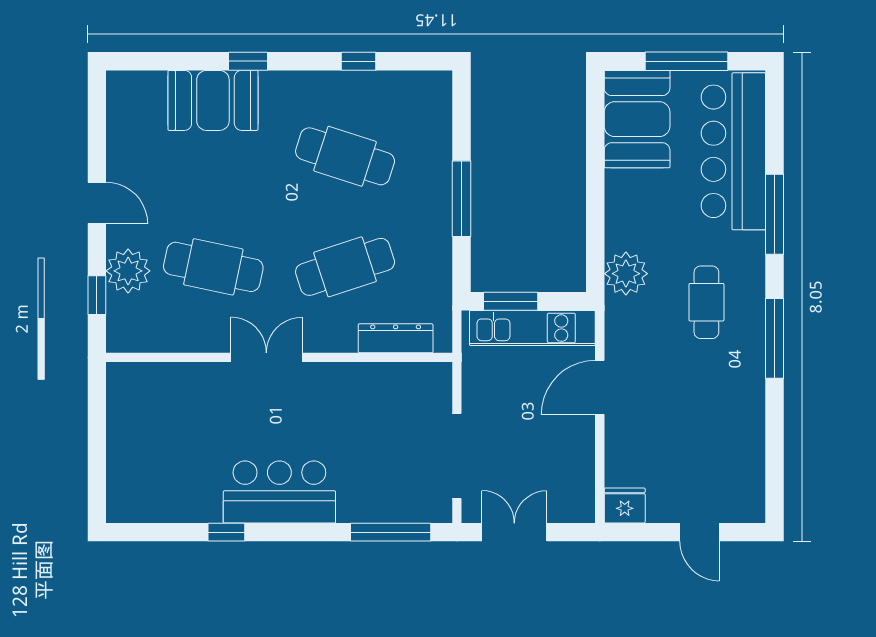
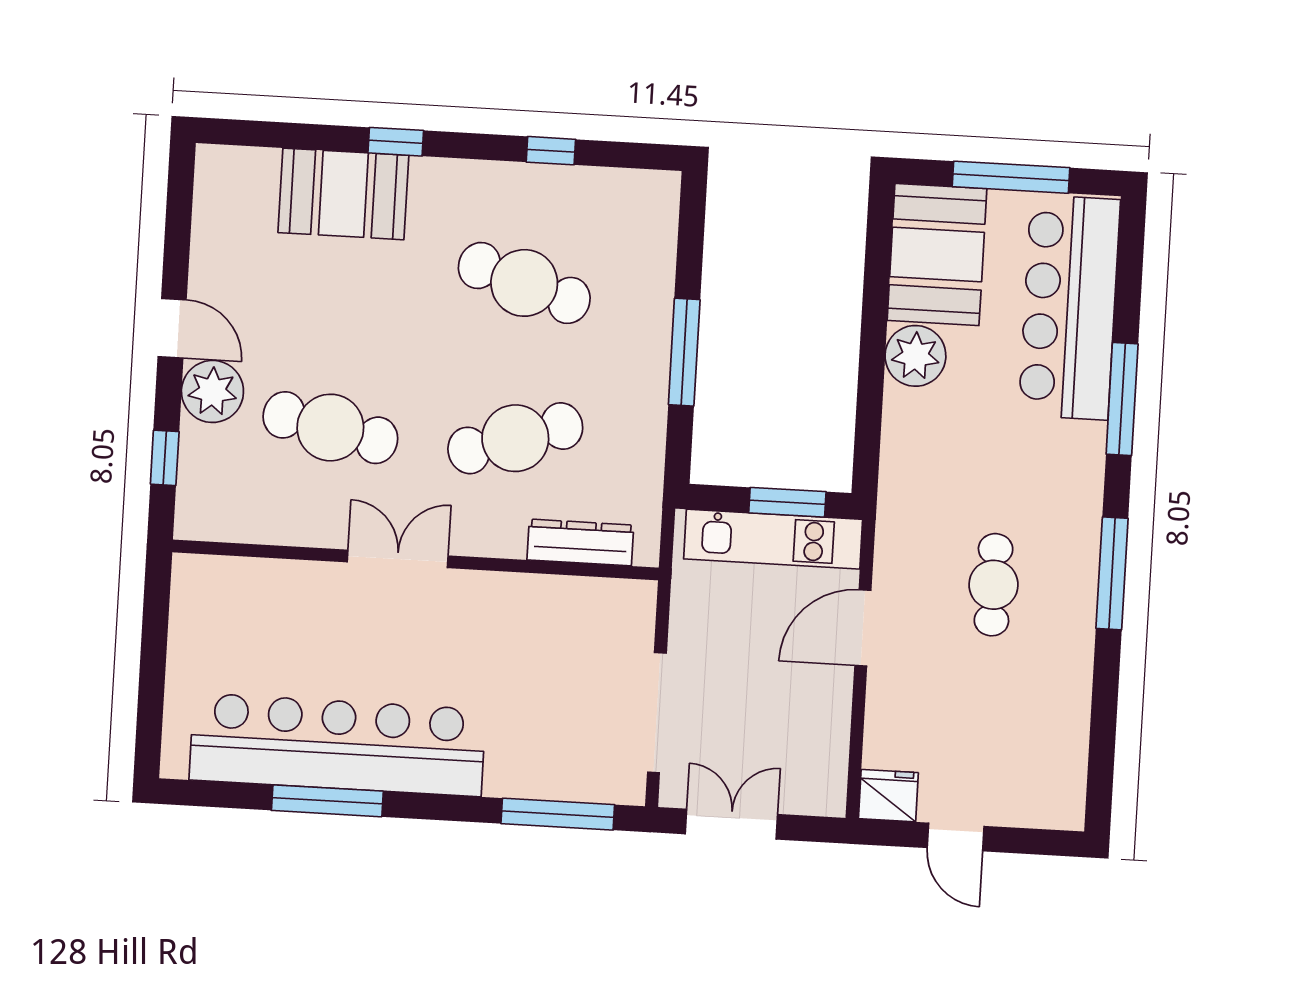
plant: (128, 271) -> (212, 391), moved
plant: (626, 274) -> (915, 356), moved
window: (511, 301) -> (787, 502), moved
cafe table: (706, 302) -> (994, 585), moved
bar counter: (279, 492) -> (337, 745), width x1.86
window: (226, 532) -> (327, 801), width x2.17
door: (699, 532) -> (956, 837), moved

